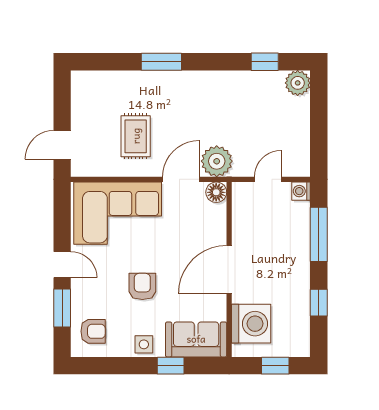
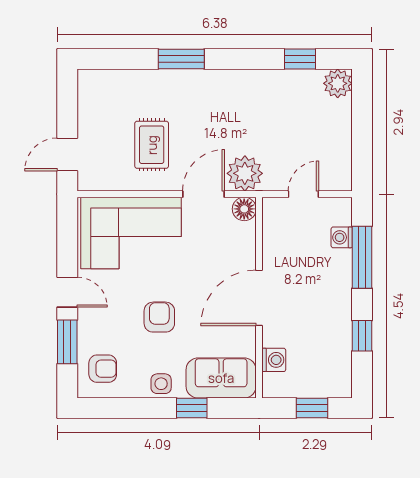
washing machine: (301, 191) -> (342, 237), moved
washing machine: (251, 324) -> (274, 360), width x0.53, depth x0.53

